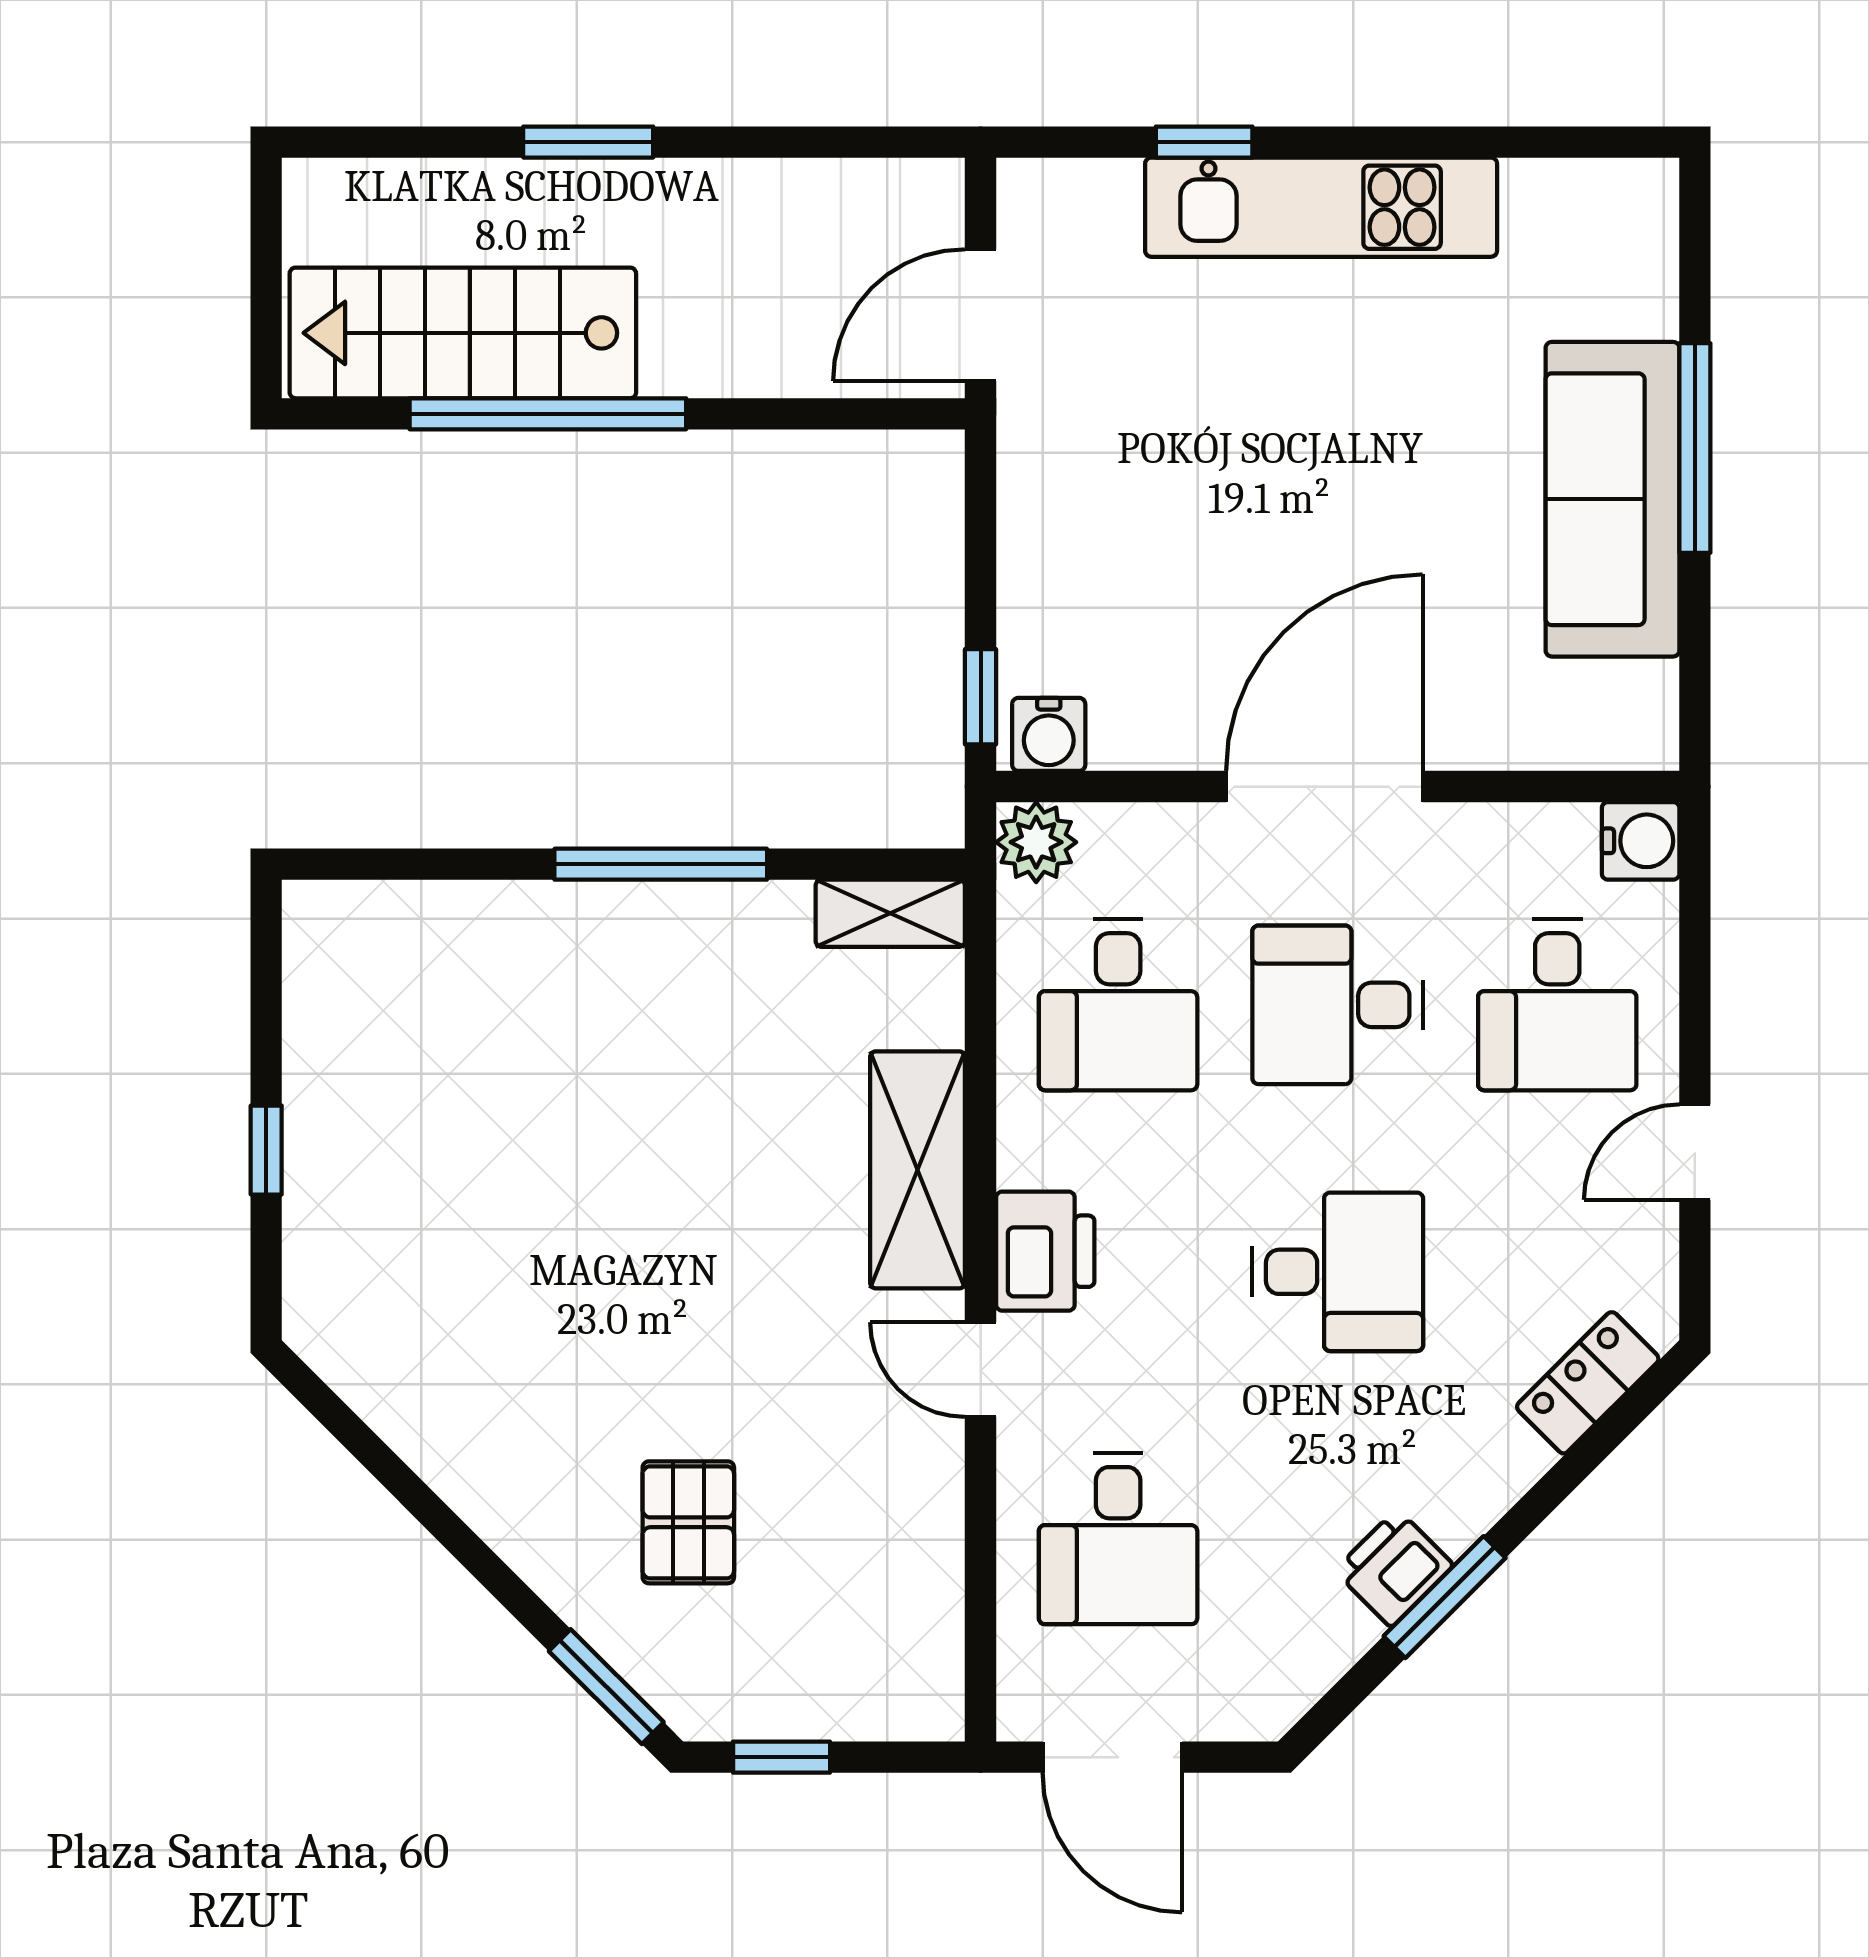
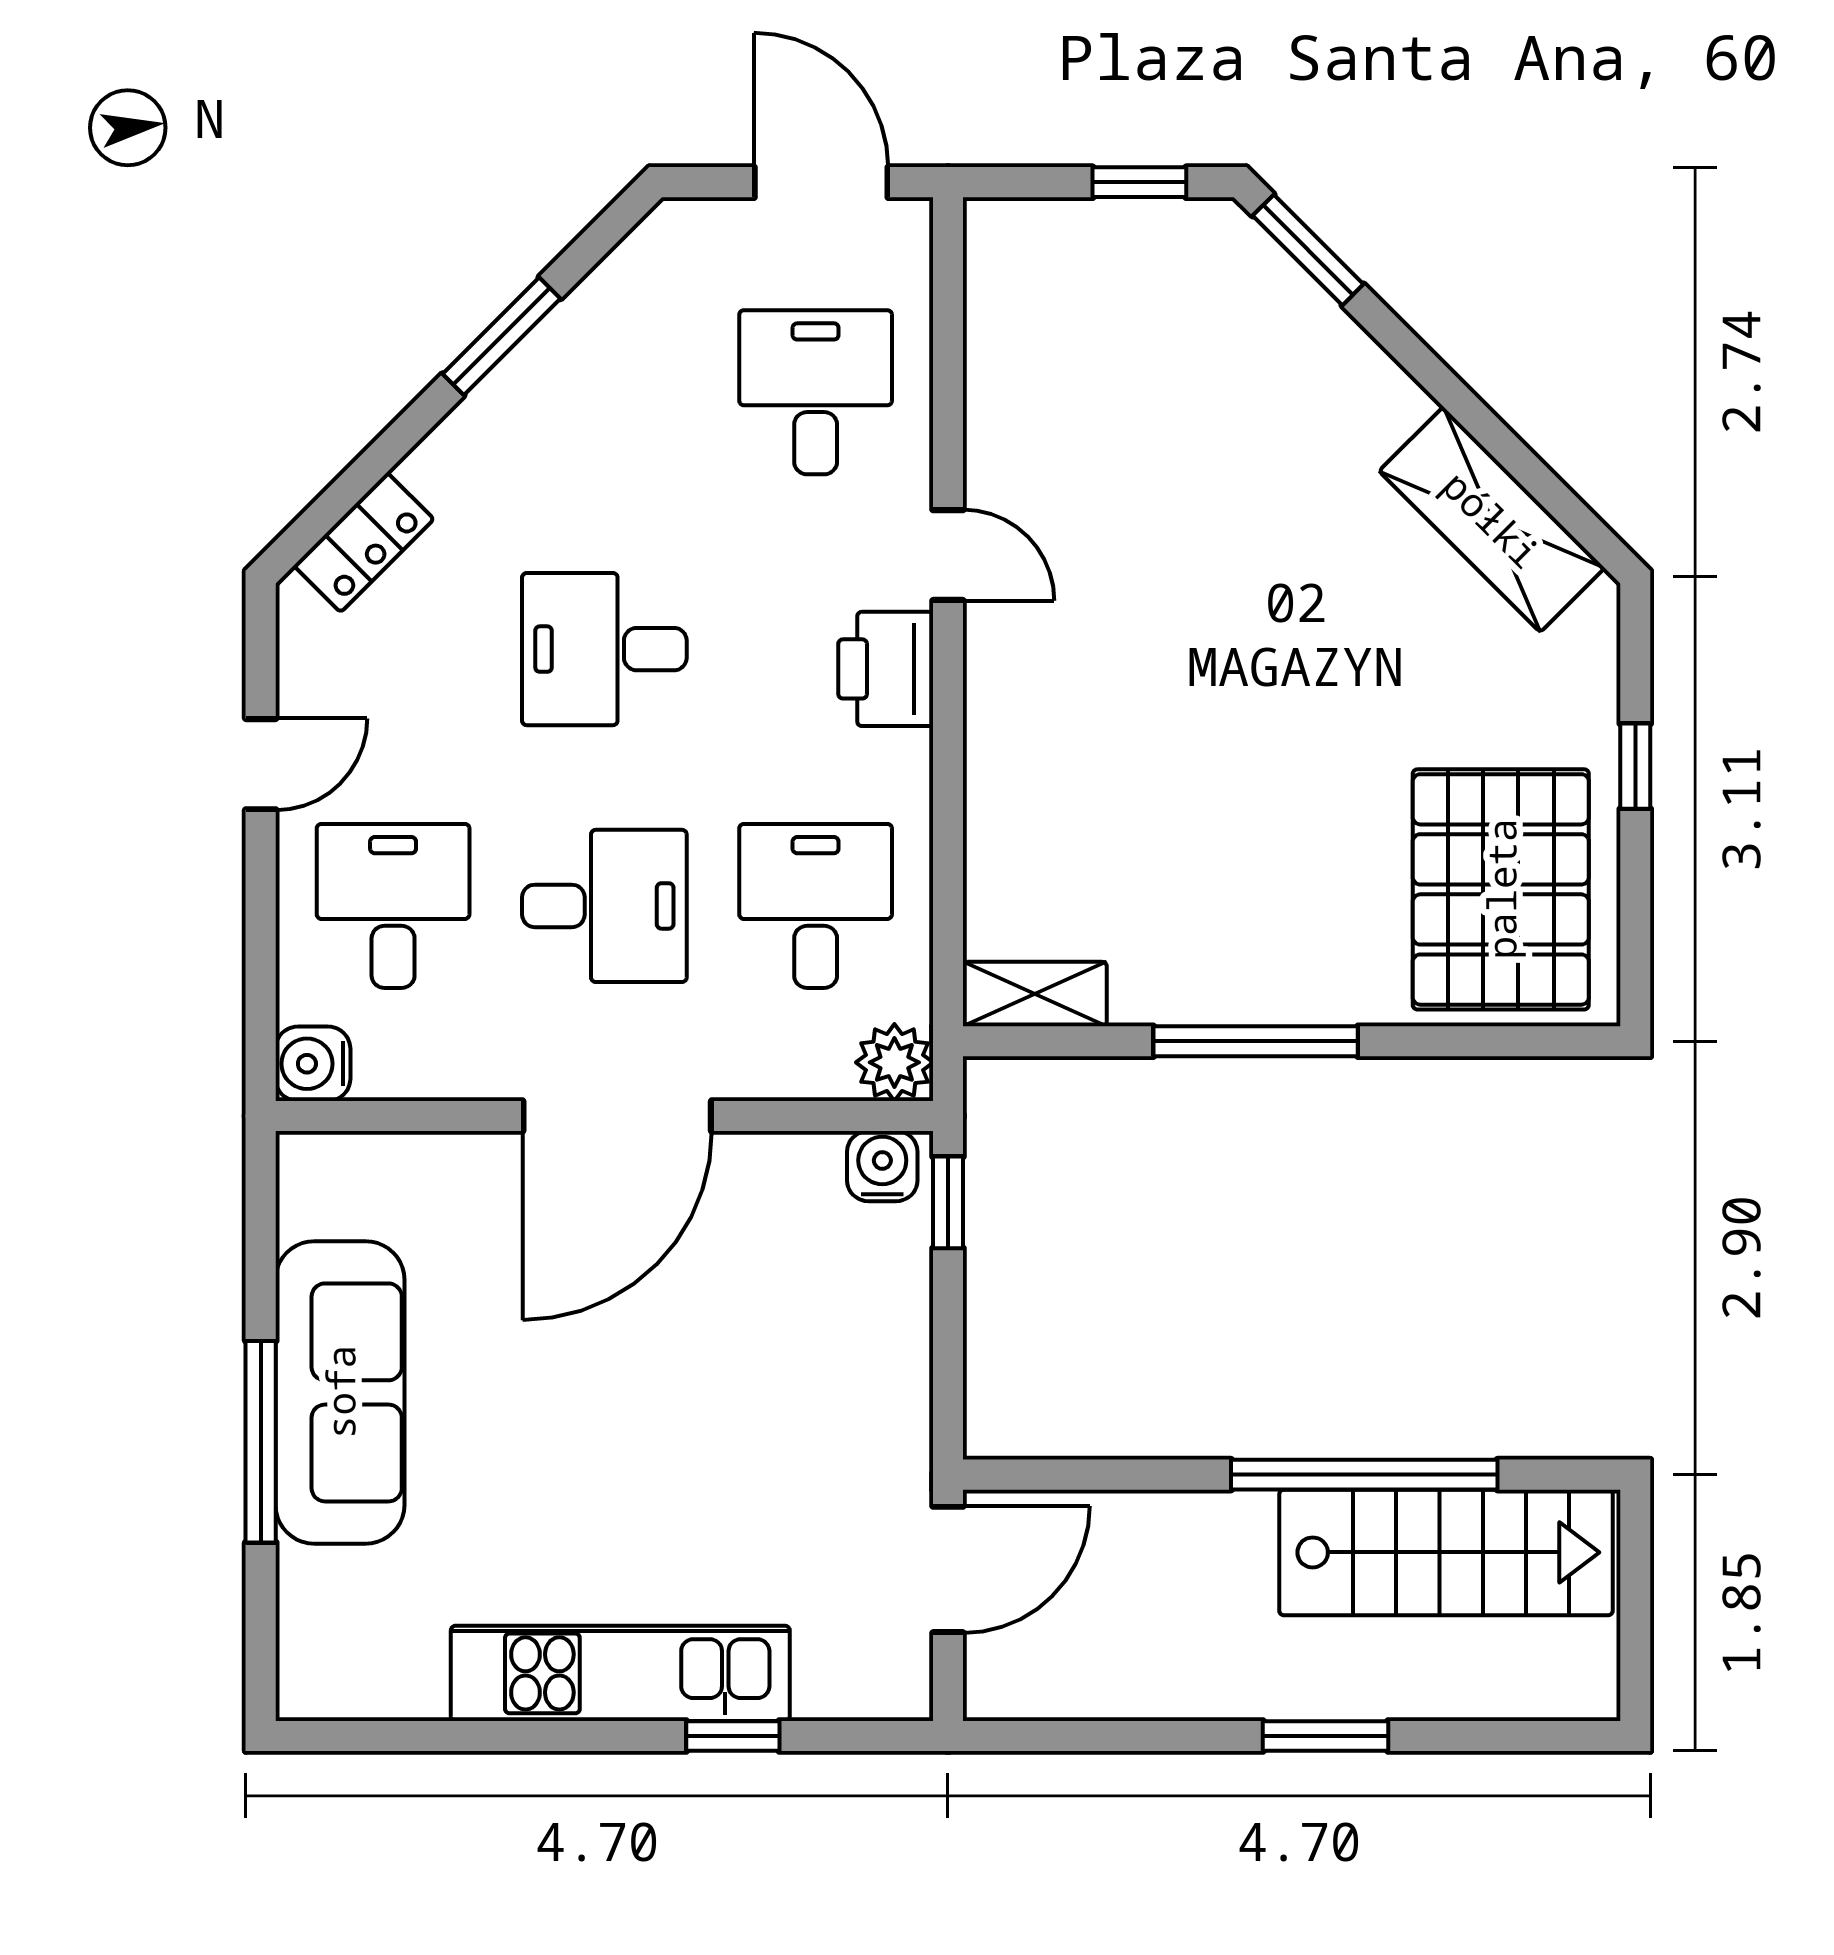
shelving: (918, 1170) -> (1492, 519), moved, turned -45
pallet: (688, 1522) -> (1501, 889), moved, width x2.05, depth x2.00
printer: (1394, 1568) -> (550, 364), removed

